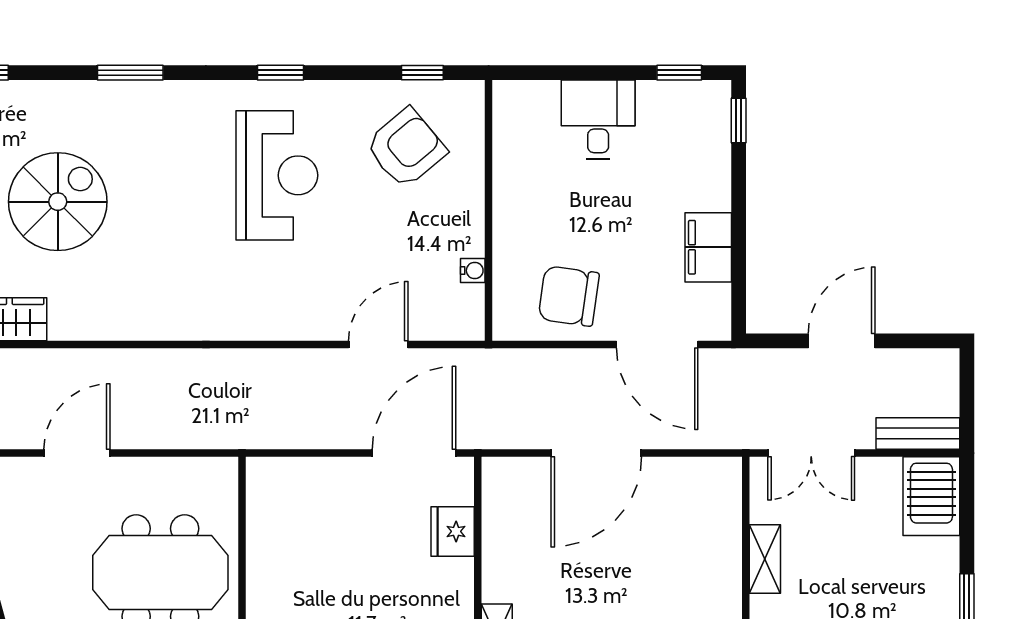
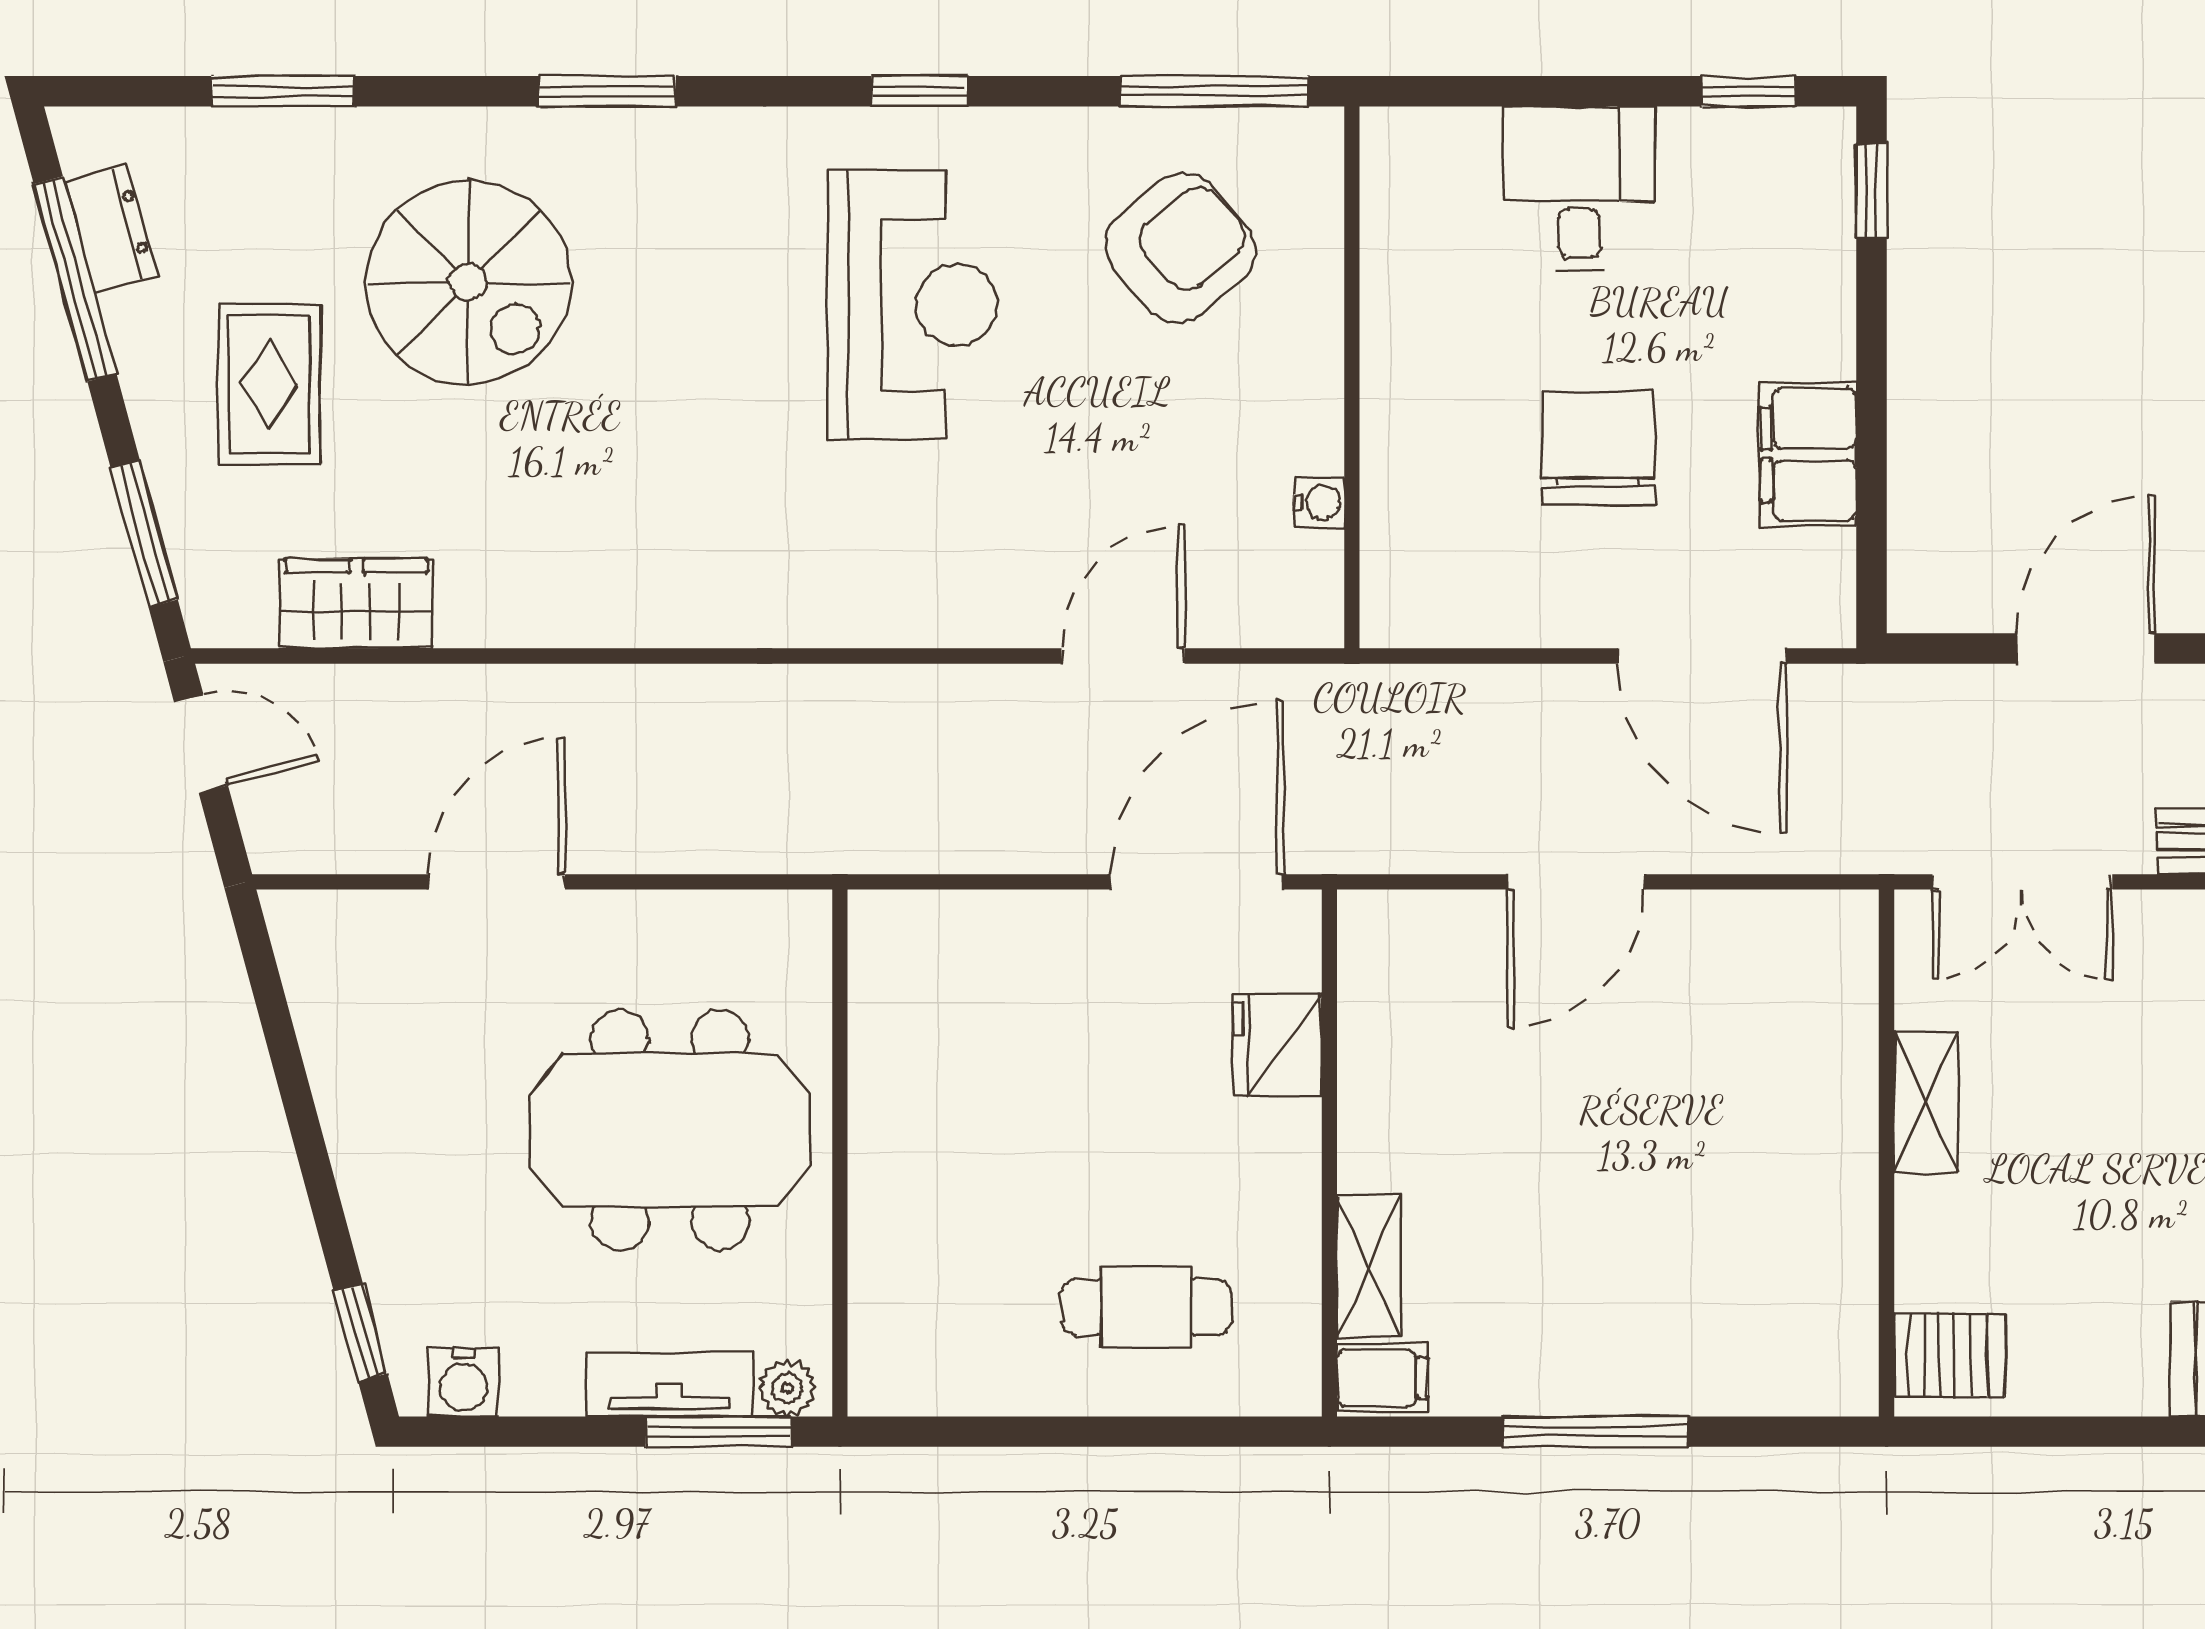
window: (422, 73) -> (1214, 91), width x2.17
spiral stairs: (58, 202) -> (468, 282), moved, turned 90
chair: (569, 296) -> (1598, 448), moved, turned 82
door: (596, 453) -> (1576, 882), width x0.73

